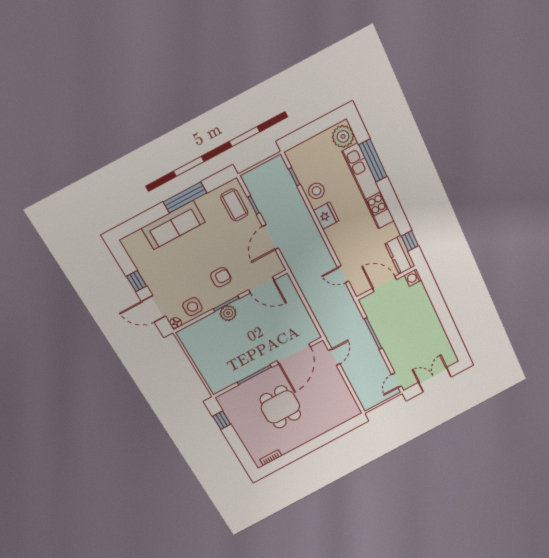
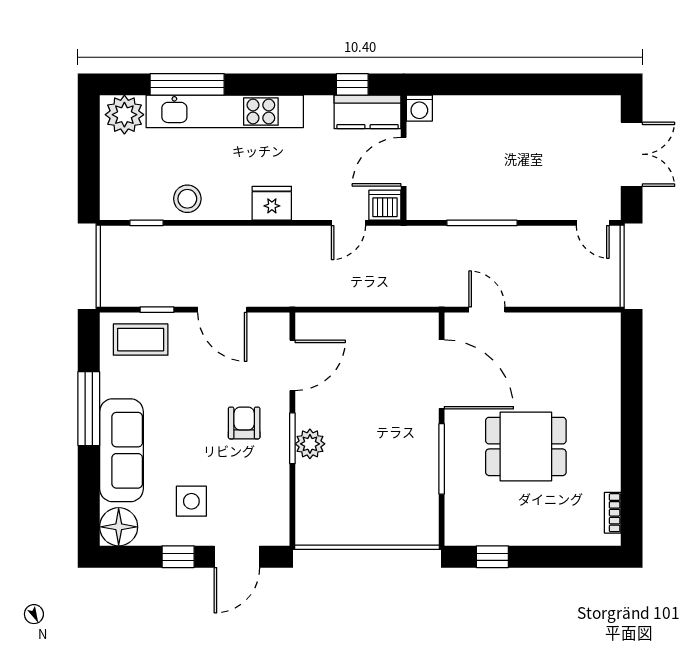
fridge: (326, 216) -> (272, 203), moved
dishwasher: (360, 286) -> (385, 205), added
side table: (192, 307) -> (191, 501), moved
floor lamp: (176, 323) -> (119, 527), moved, width x1.89, depth x1.89
double door: (435, 380) -> (632, 154), swing flipped

